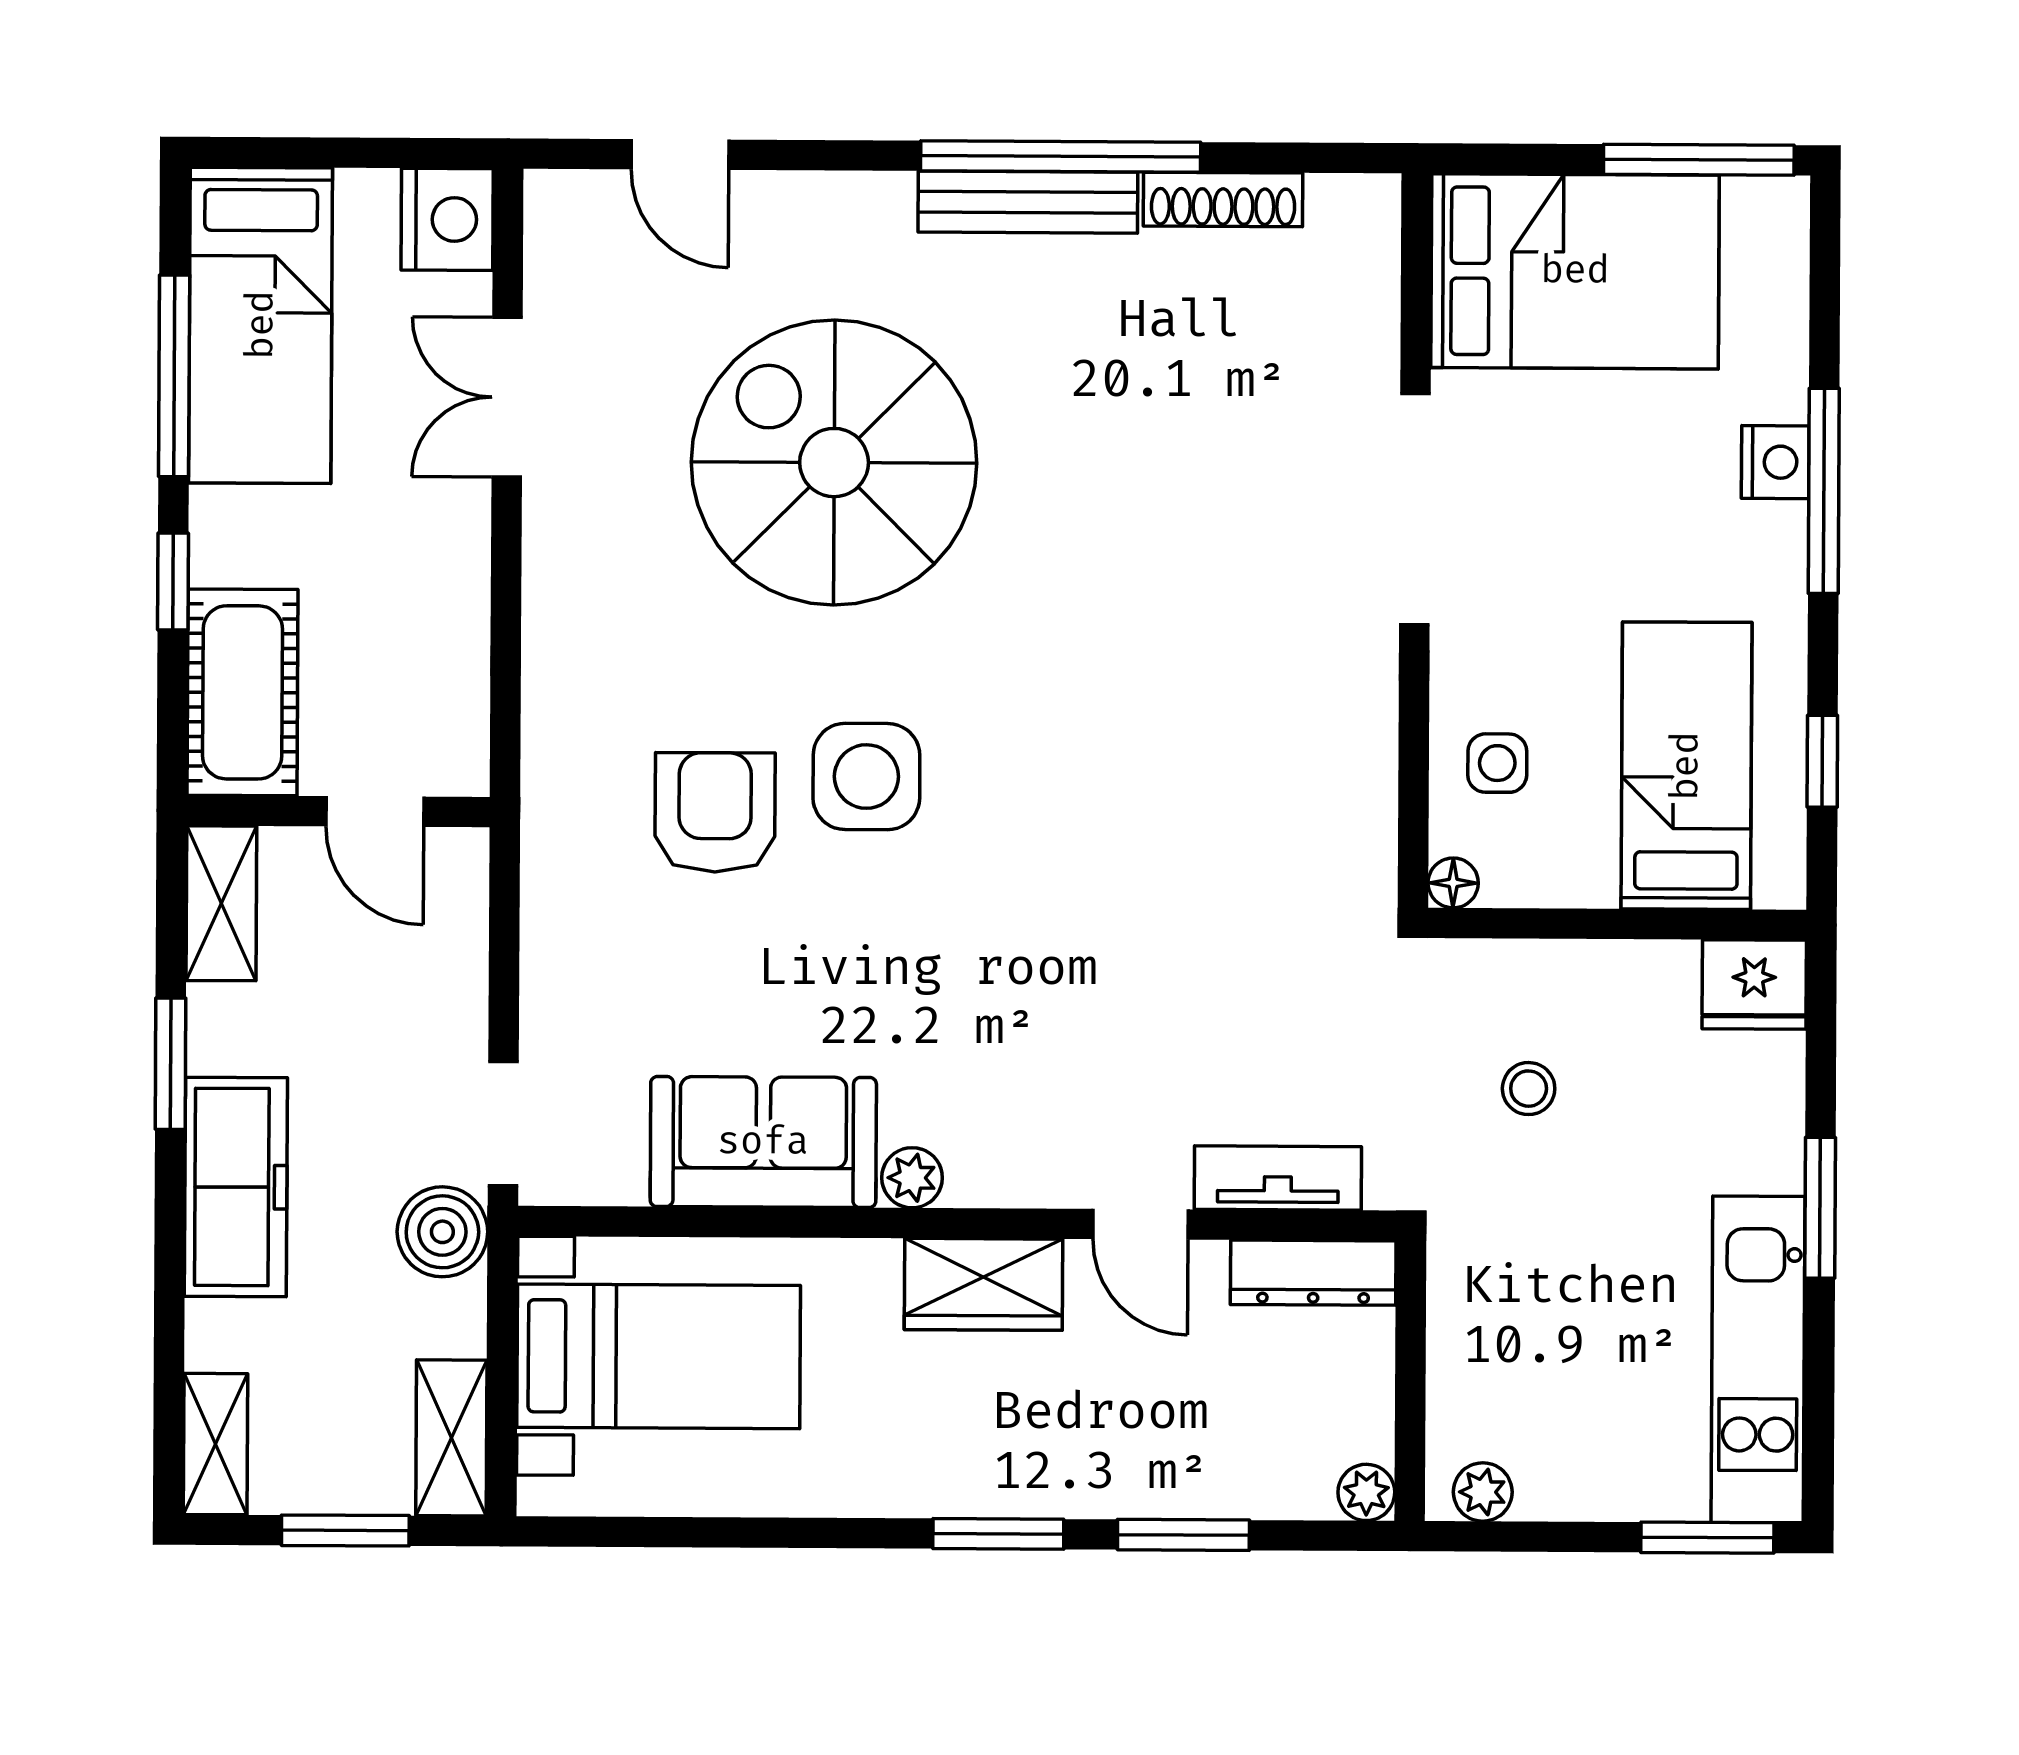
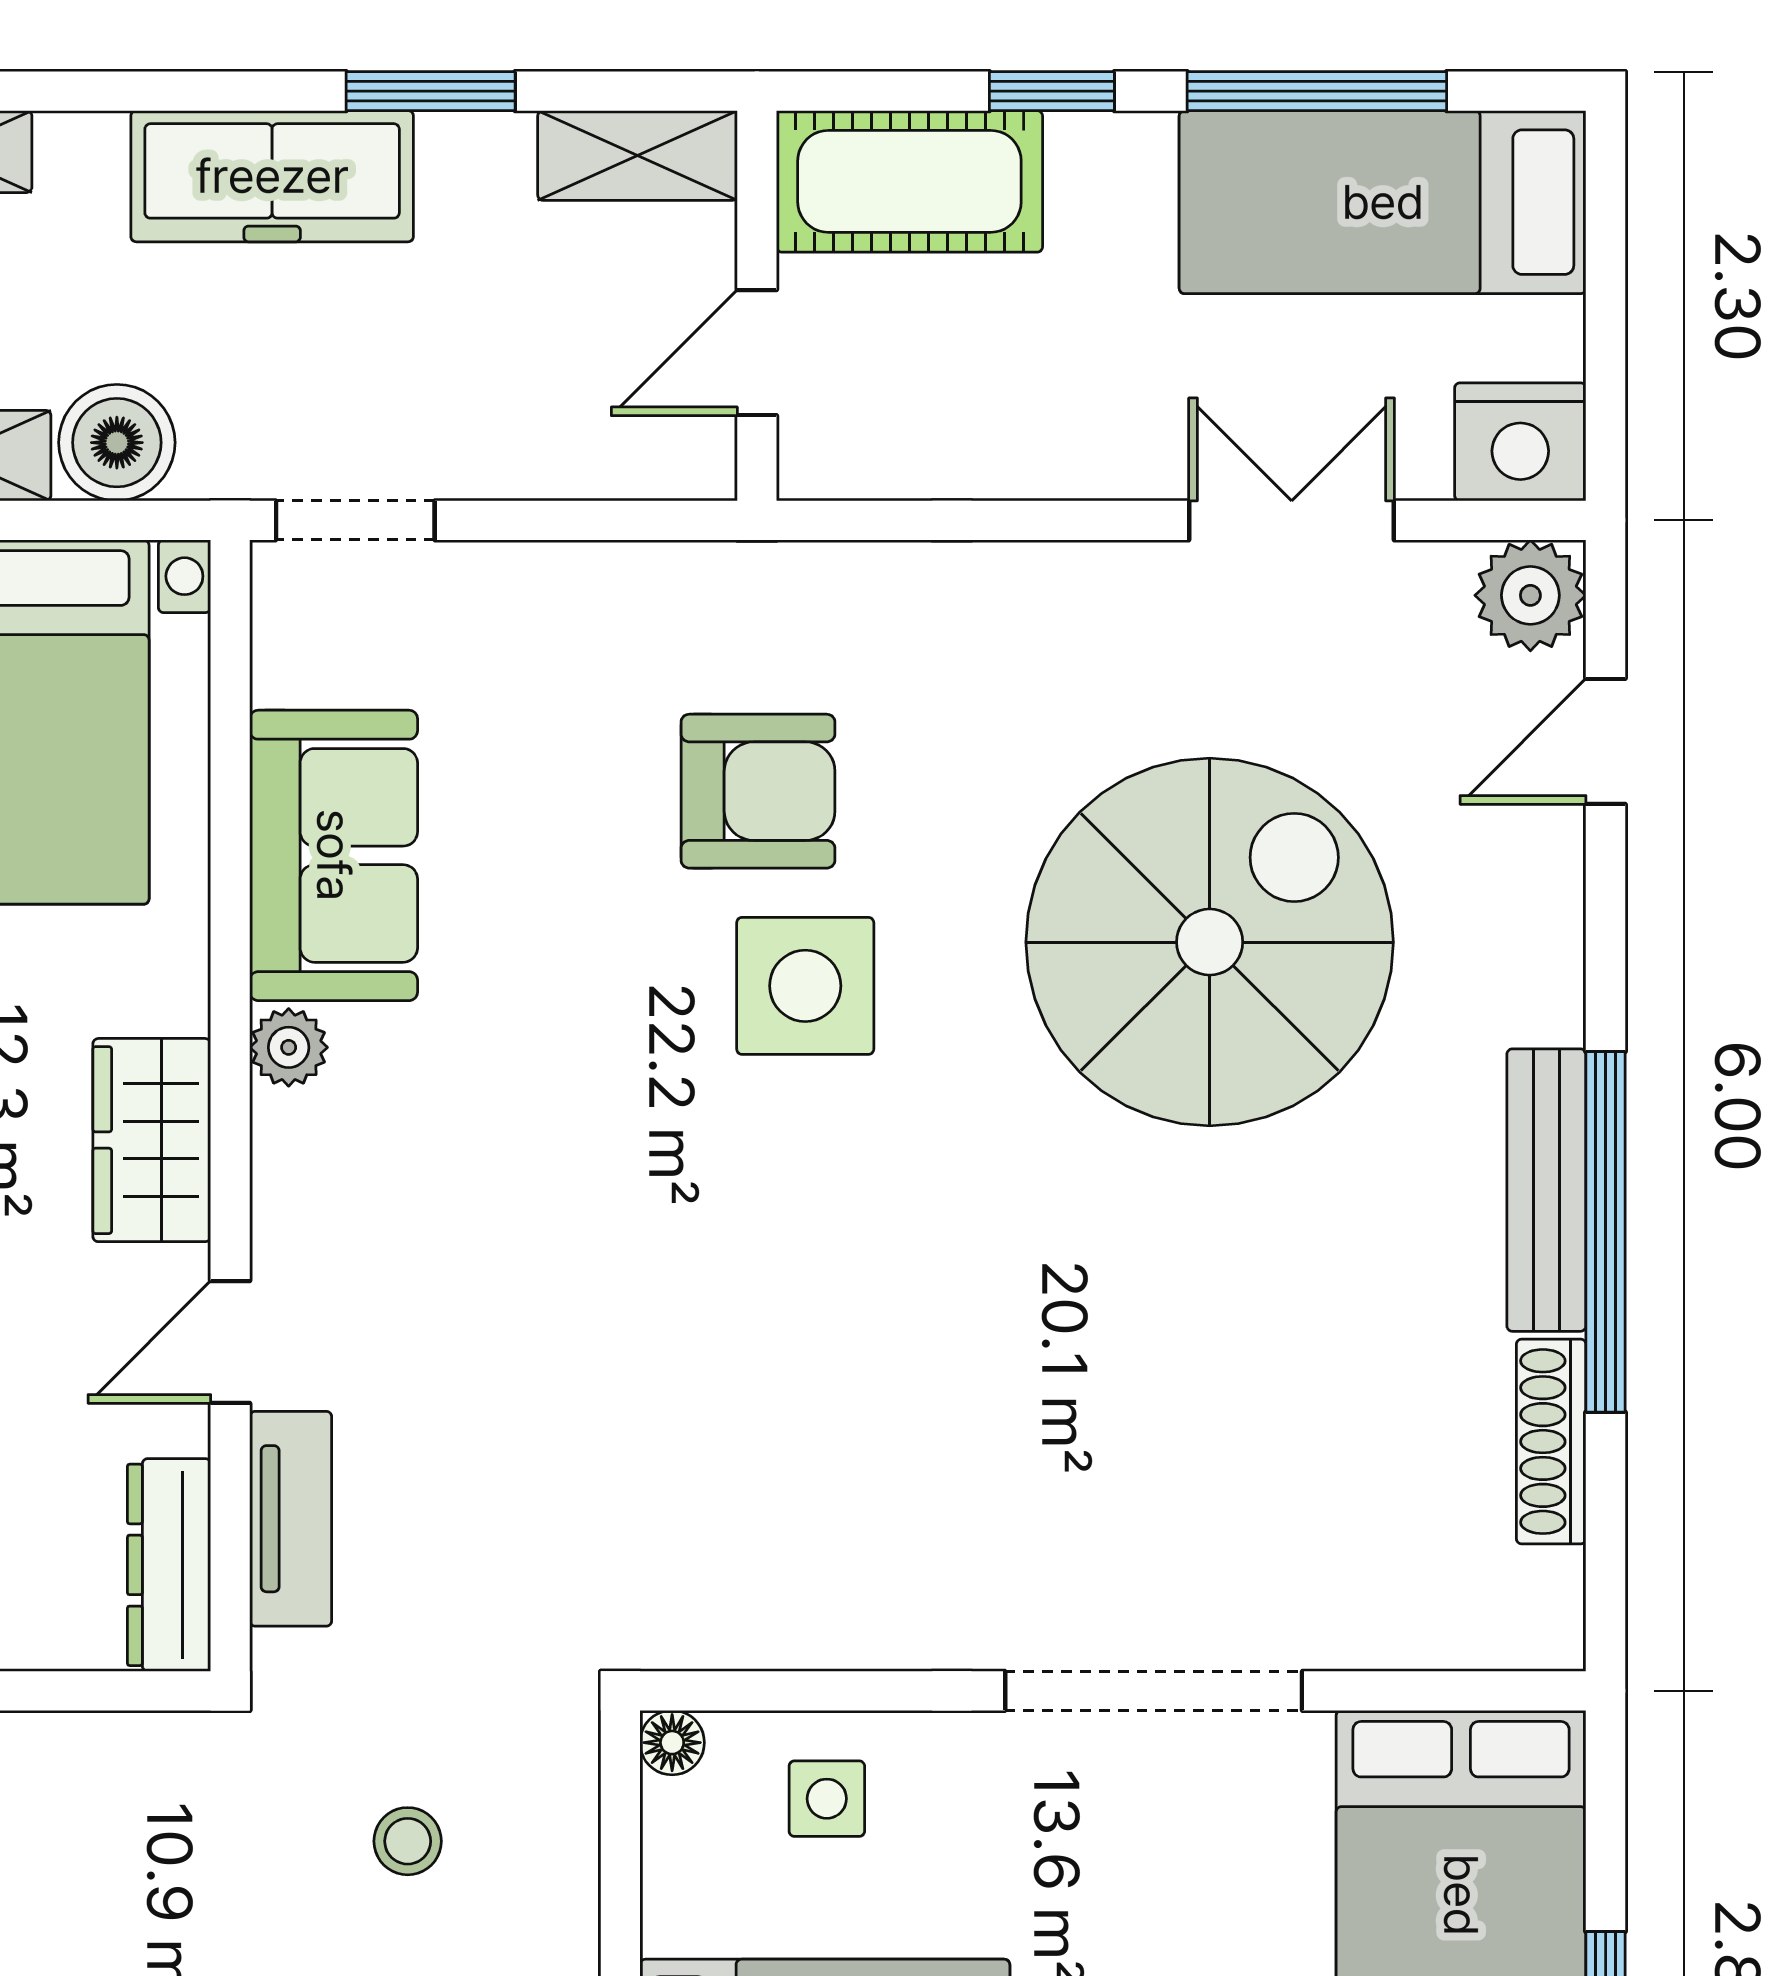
plant: (566, 212) -> (1530, 595), added
boiler: (442, 1232) -> (117, 443), moved

